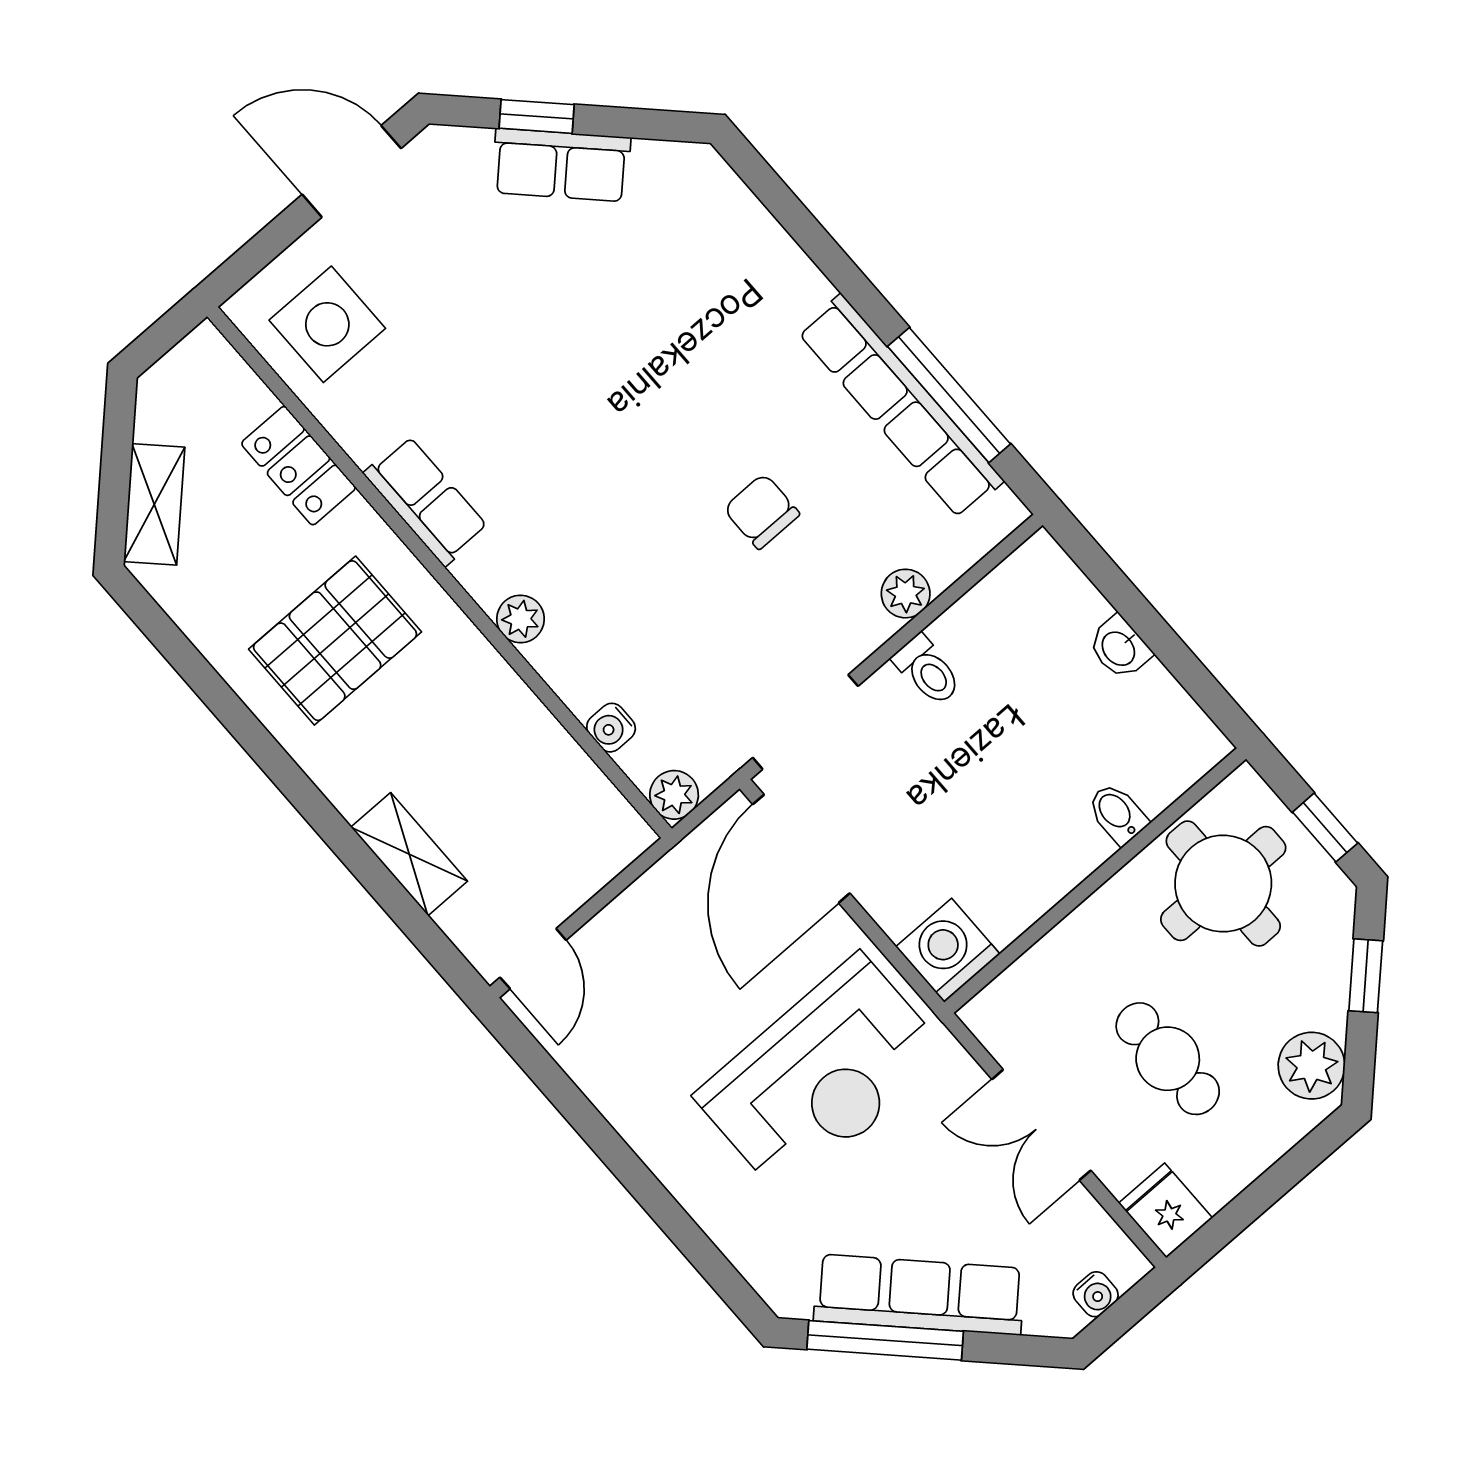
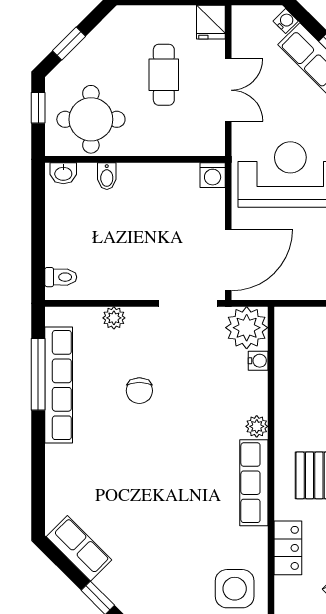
row of seats: (561, 165) -> (79, 548), moved
row of seats: (426, 501) -> (254, 483), width x1.48
washbasin: (1119, 648) -> (63, 173), moved, turned 90
toilet: (927, 670) -> (61, 277), moved, turned 90
plant: (674, 795) -> (247, 328), width x1.88, depth x1.88
washing machine: (948, 950) -> (213, 175), width x0.73, depth x0.73
plant: (1312, 1066) -> (115, 28), removed
water cooler: (1096, 1294) -> (286, 21), moved, turned 45

